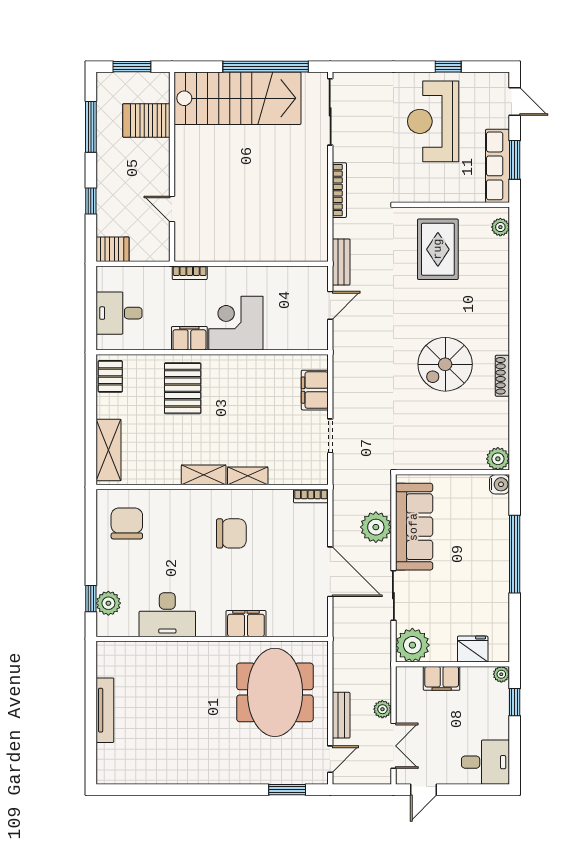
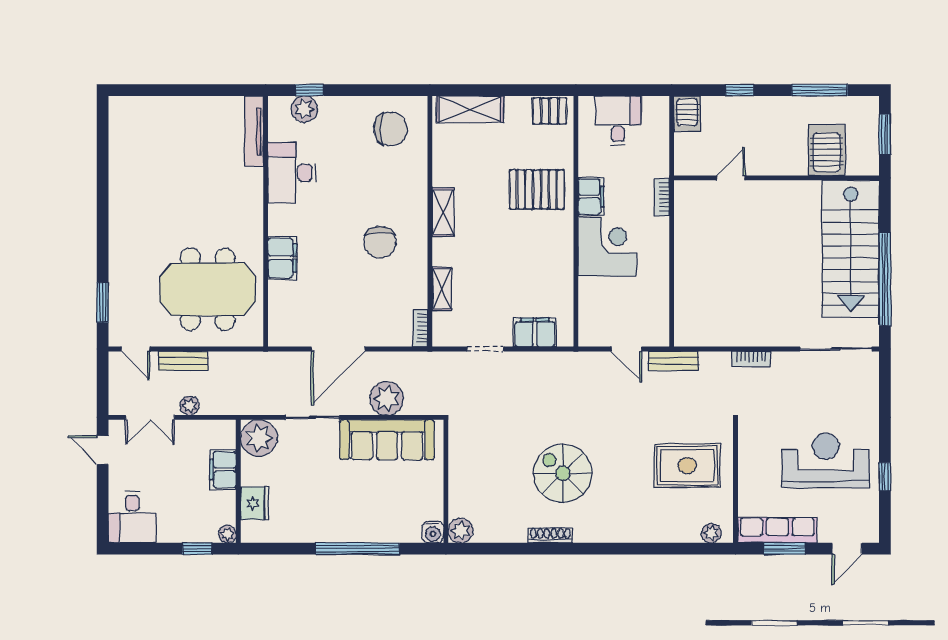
bookcase: (339, 190) -> (751, 359), width x0.64
shelving: (248, 476) -> (442, 289), moved
tv unit: (105, 710) -> (254, 131), moved, turned 90

